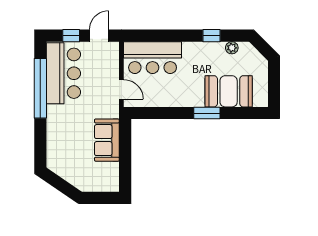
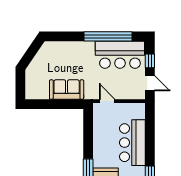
bar counter: (153, 58) -> (132, 143), moved
door: (121, 89) -> (107, 101), swing flipped

